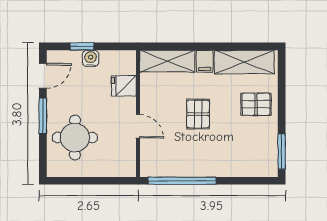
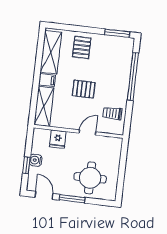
trolley: (169, 158) -> (112, 113), added
window: (182, 181) -> (133, 77), moved

